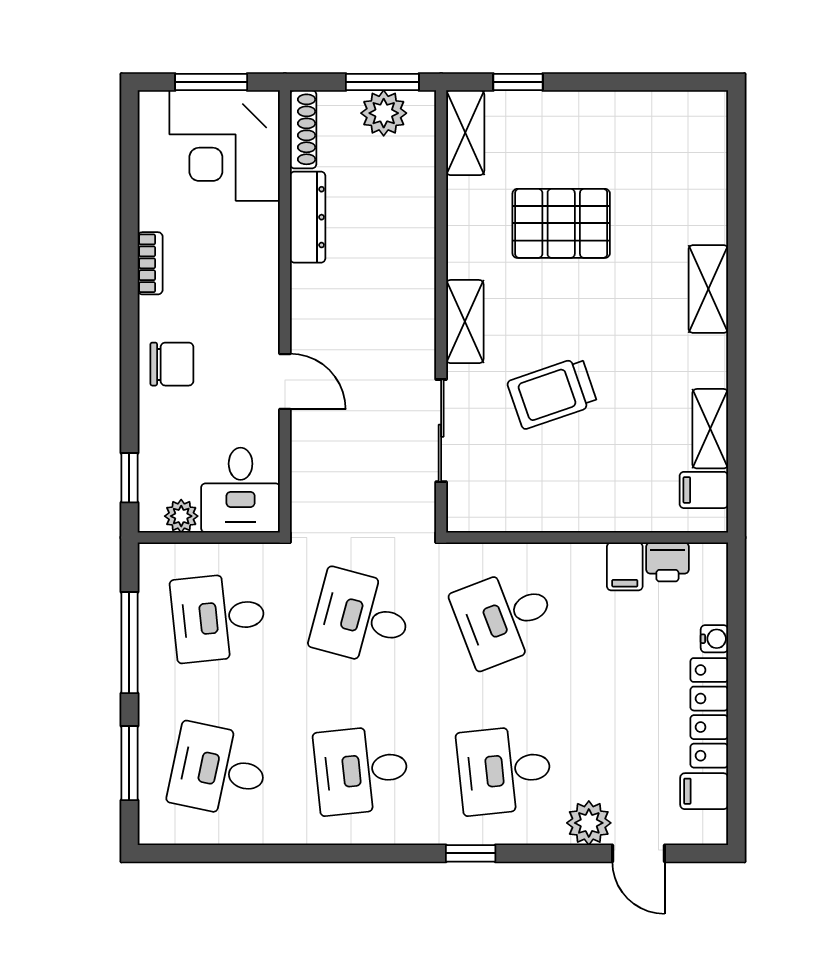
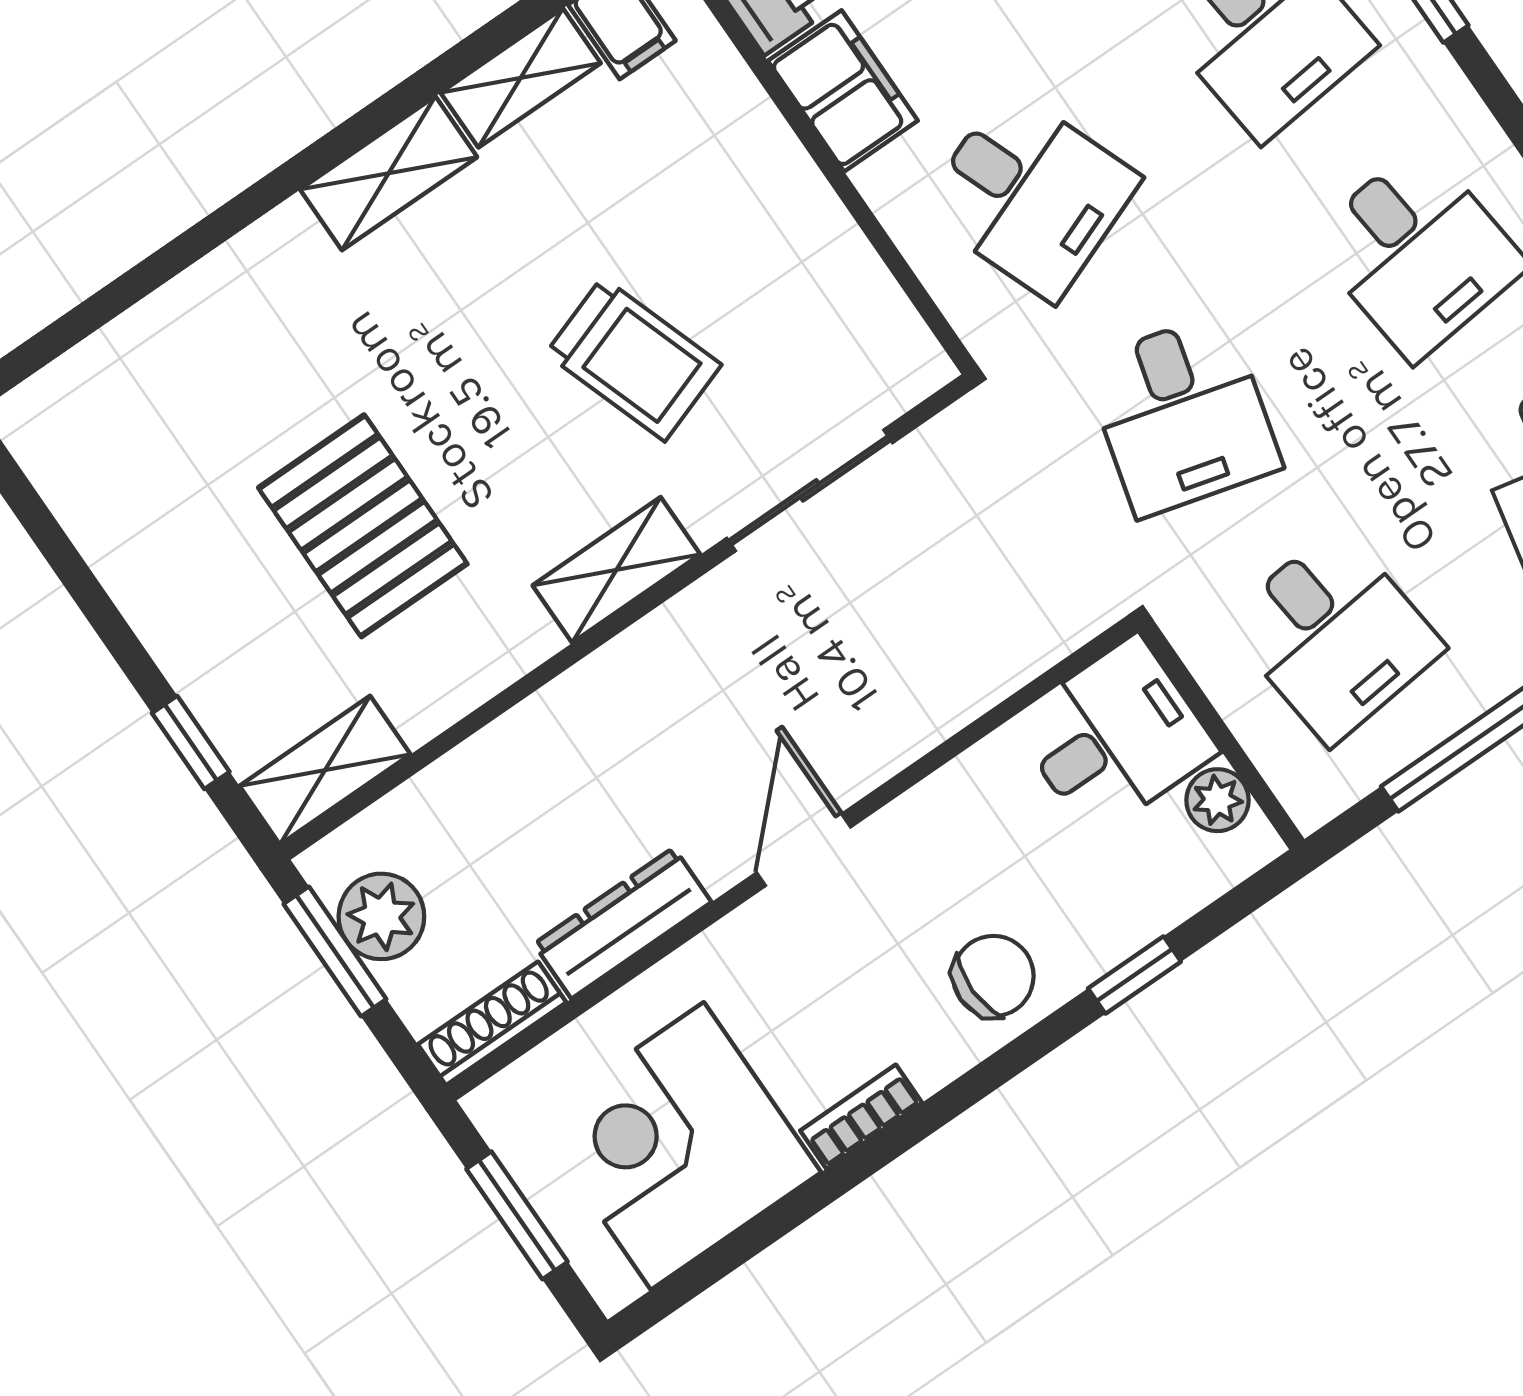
corner desk: (225, 146) -> (677, 1146), moved, turned 180
shelving: (708, 289) -> (389, 173), moved
chair: (172, 364) -> (993, 976), turned 89
door: (285, 381) -> (804, 850), moved
window: (129, 478) -> (1134, 975), moved
filing cabinet: (625, 566) -> (843, 91), width x2.00

